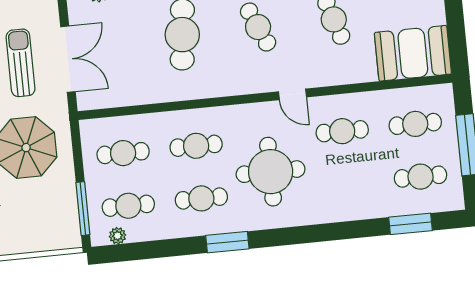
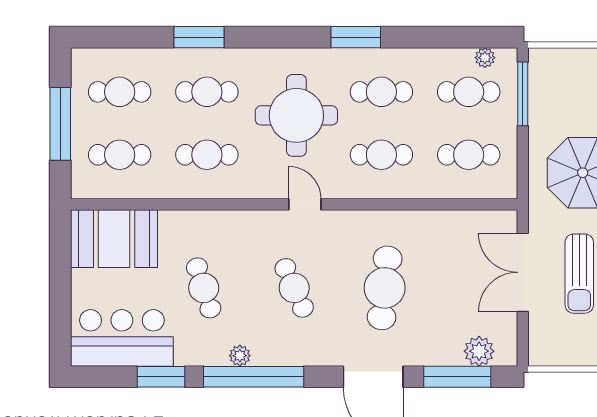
door: (293, 94) -> (305, 204), moved
cafe table: (347, 184) -> (207, 92), added
window: (411, 224) -> (199, 37), moved

